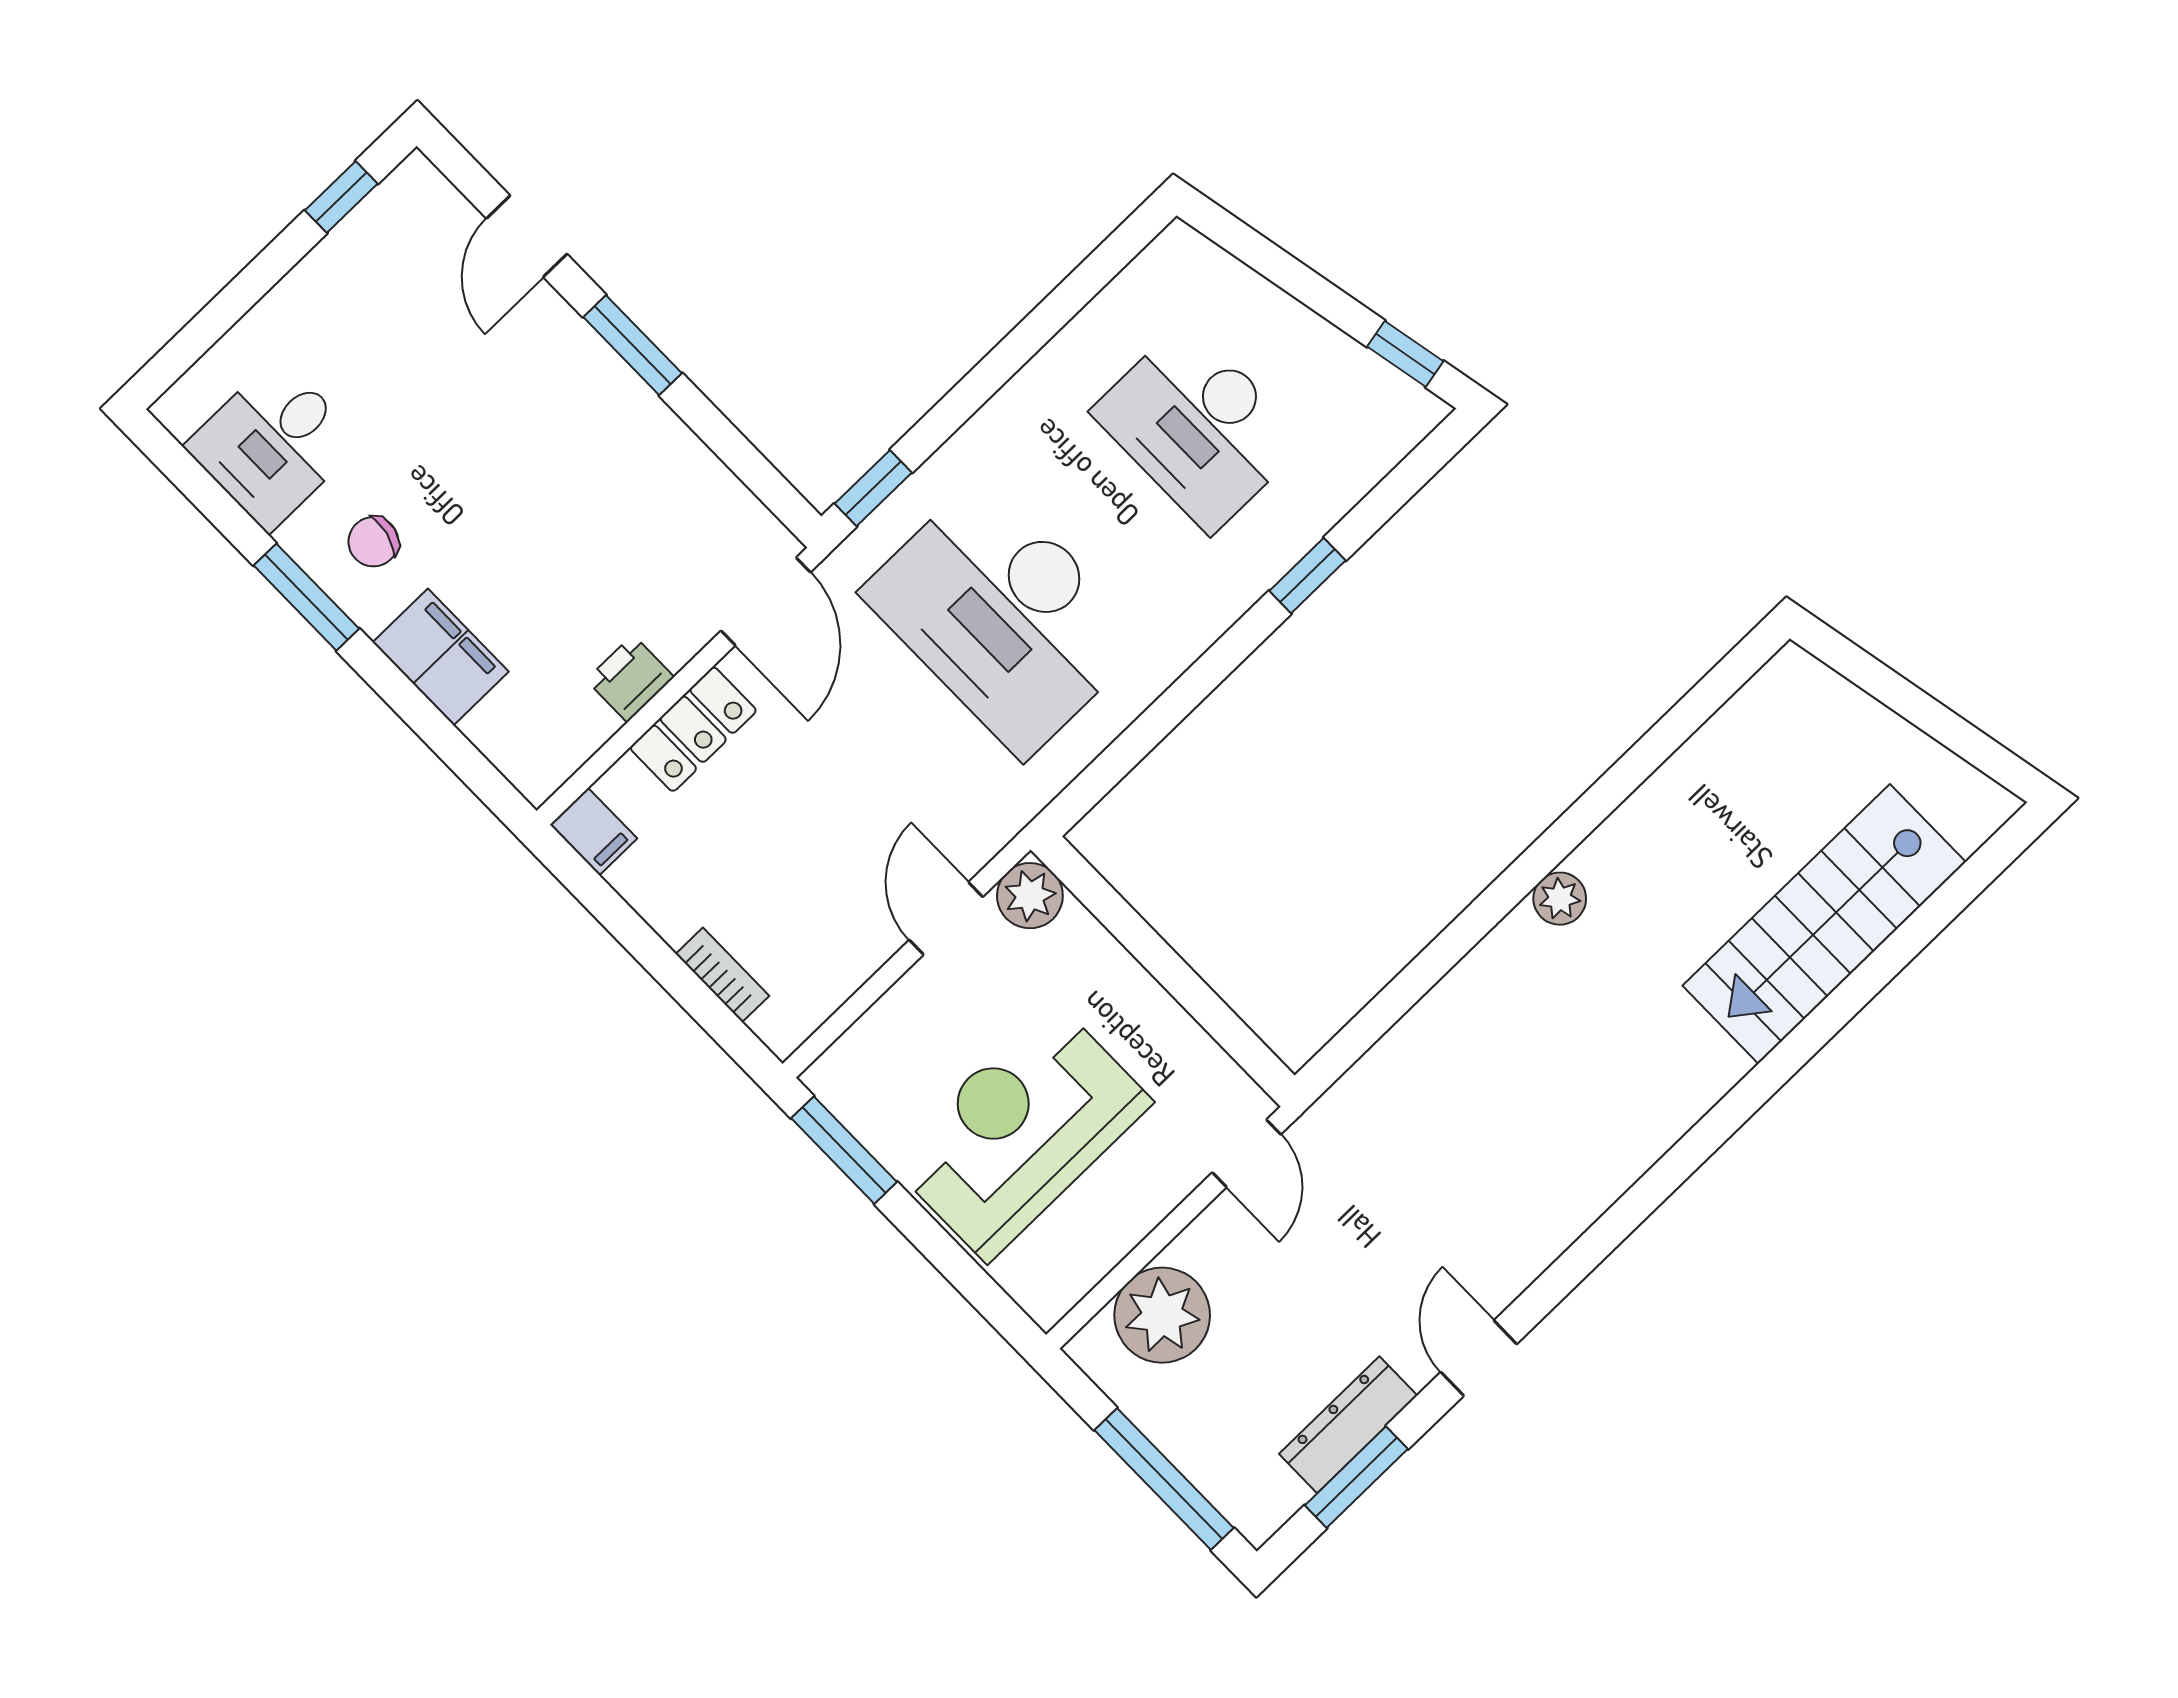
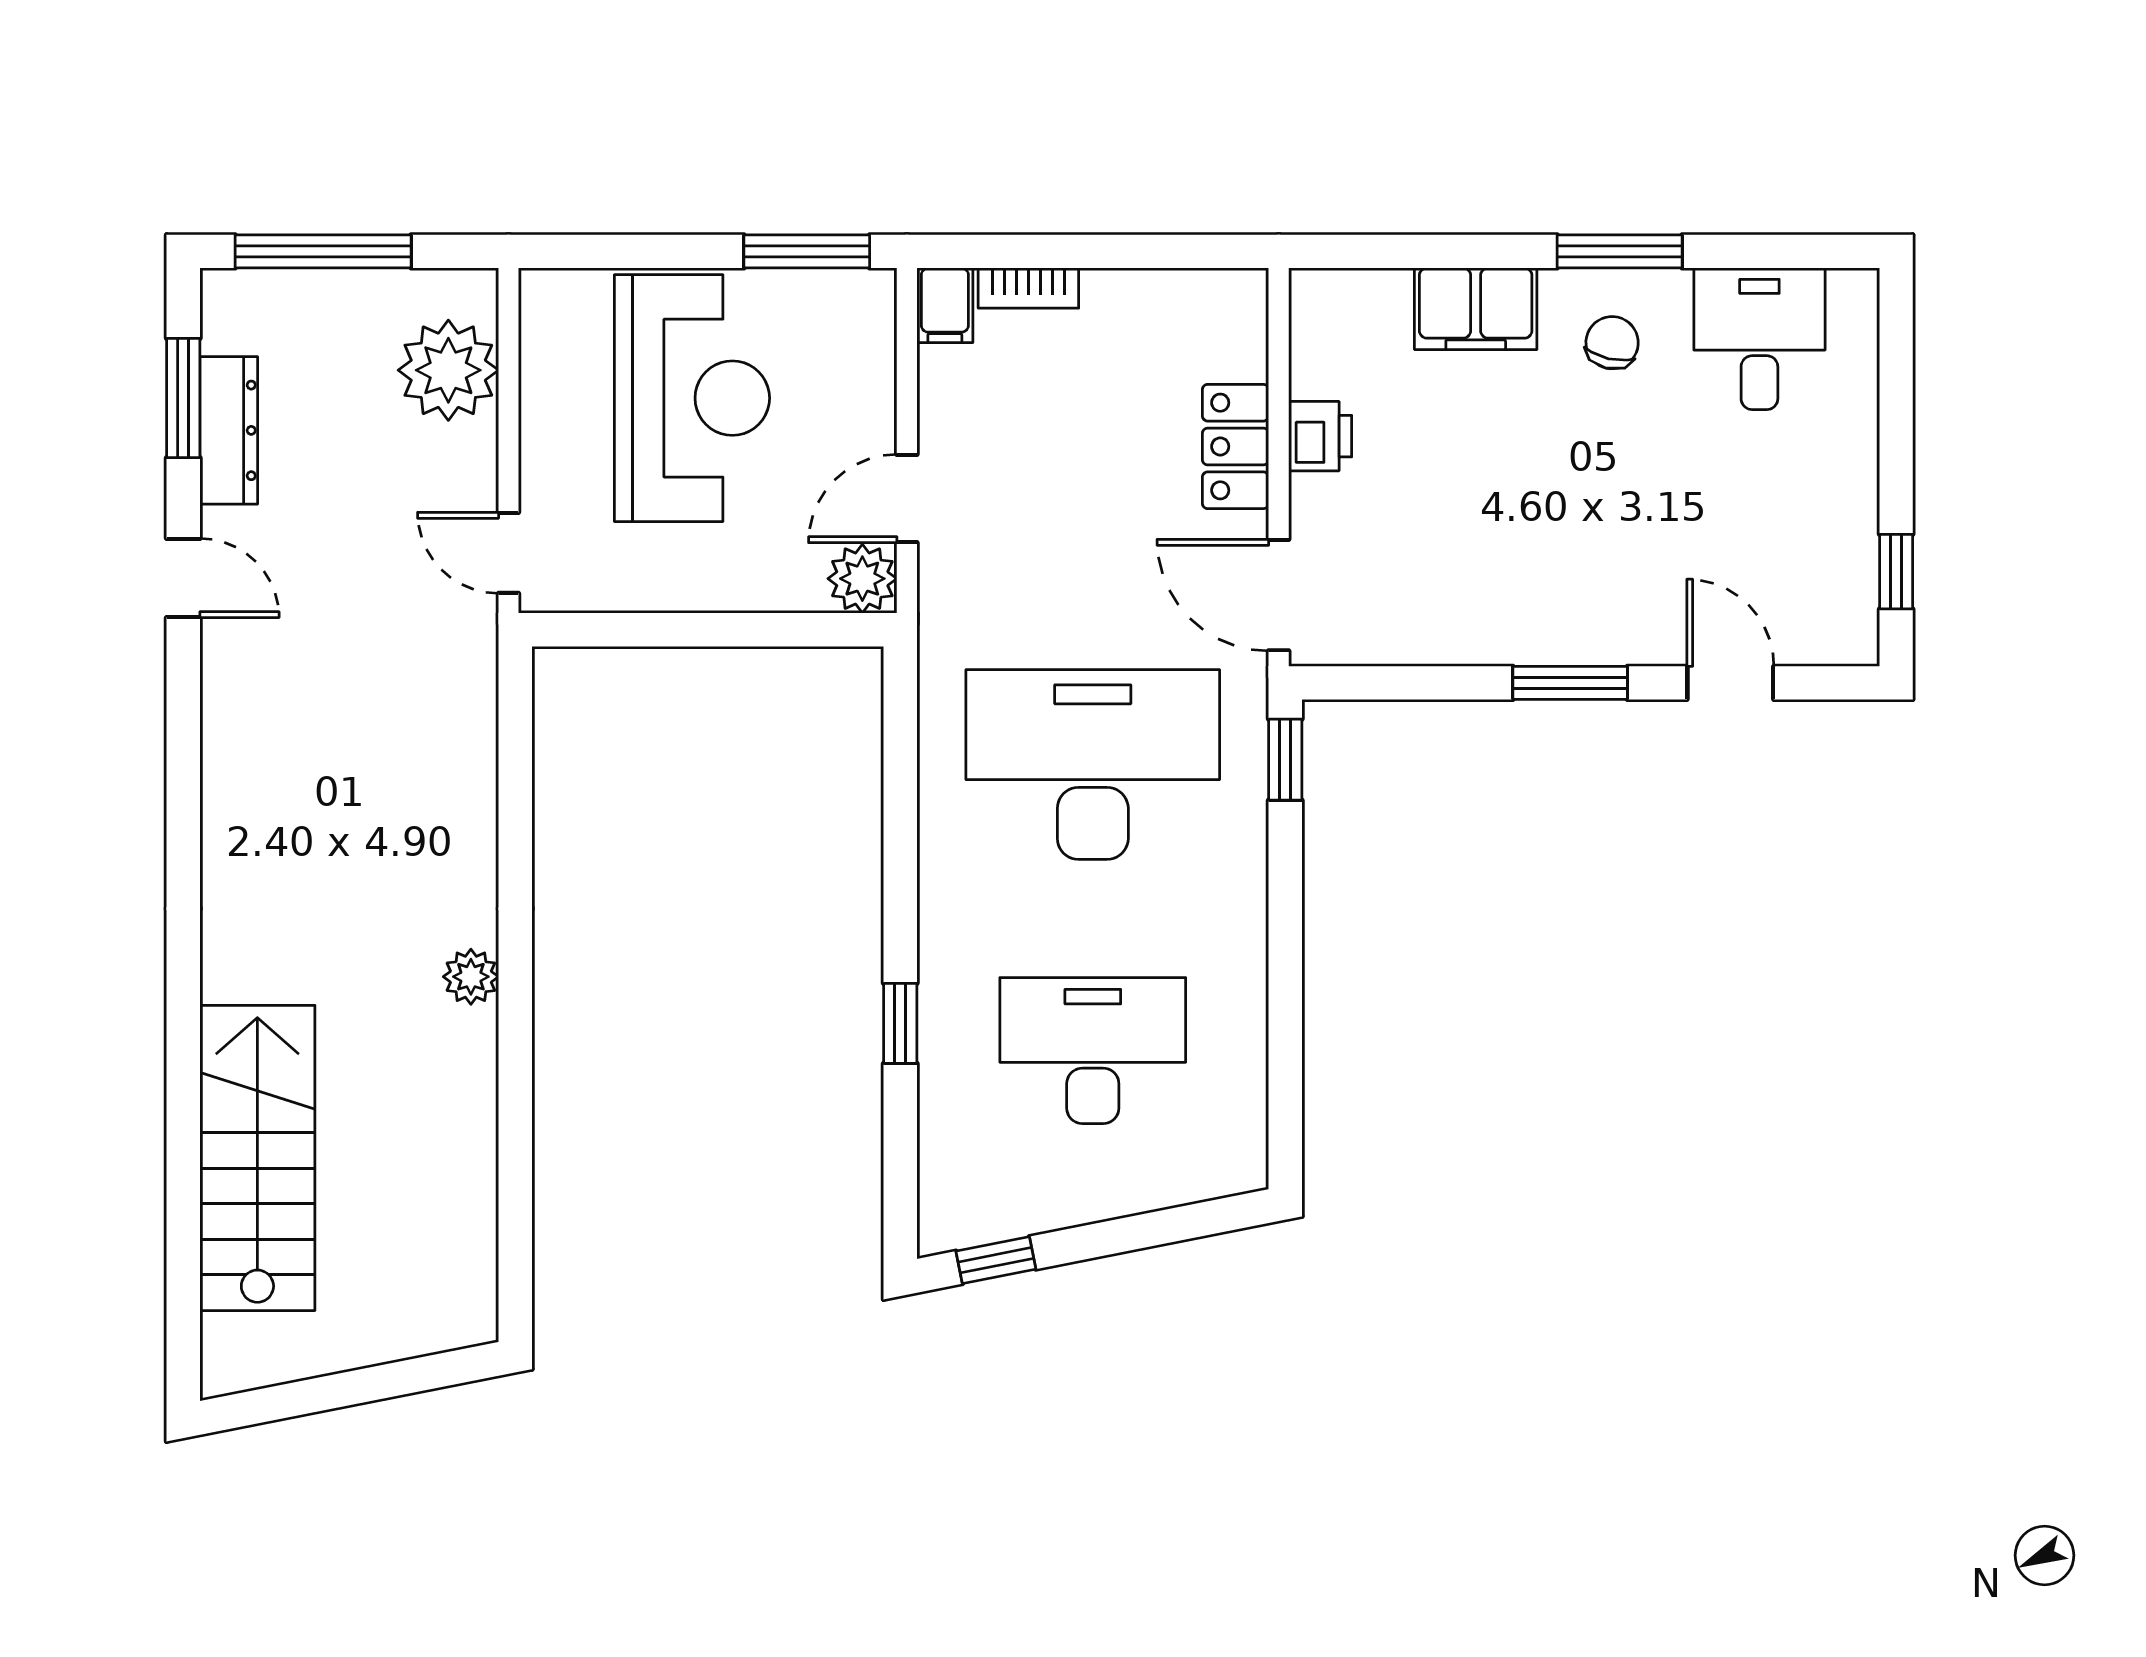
filing cabinet: (594, 832) -> (945, 305), moved, turned -90
door: (946, 918) -> (907, 499), swing flipped

